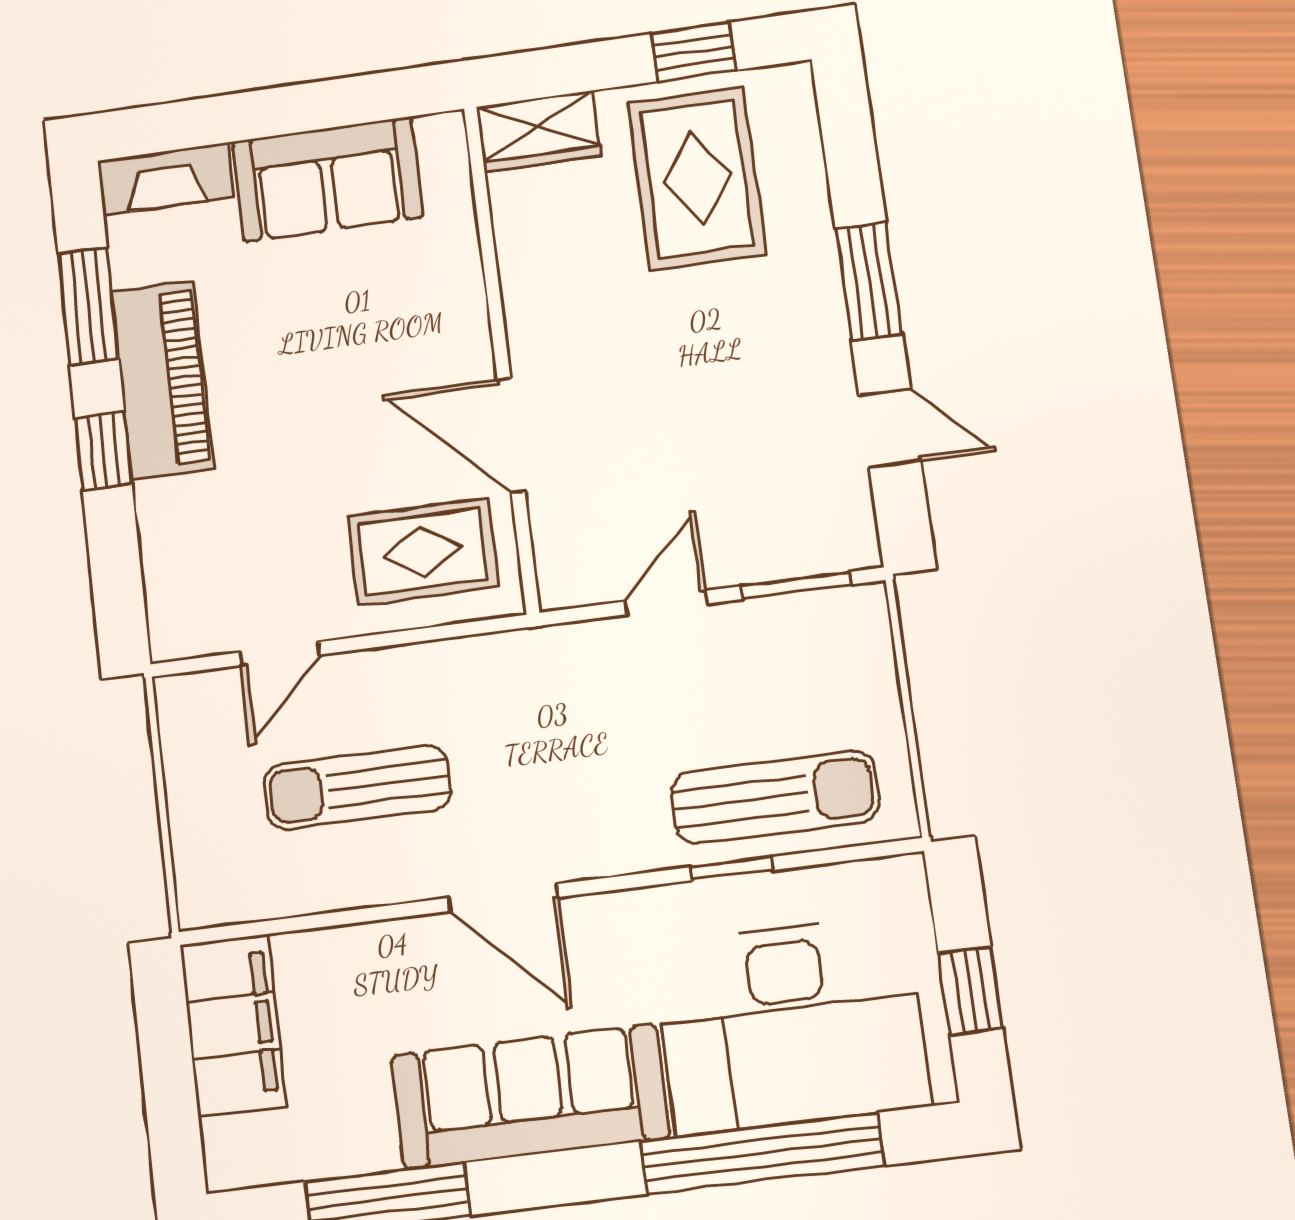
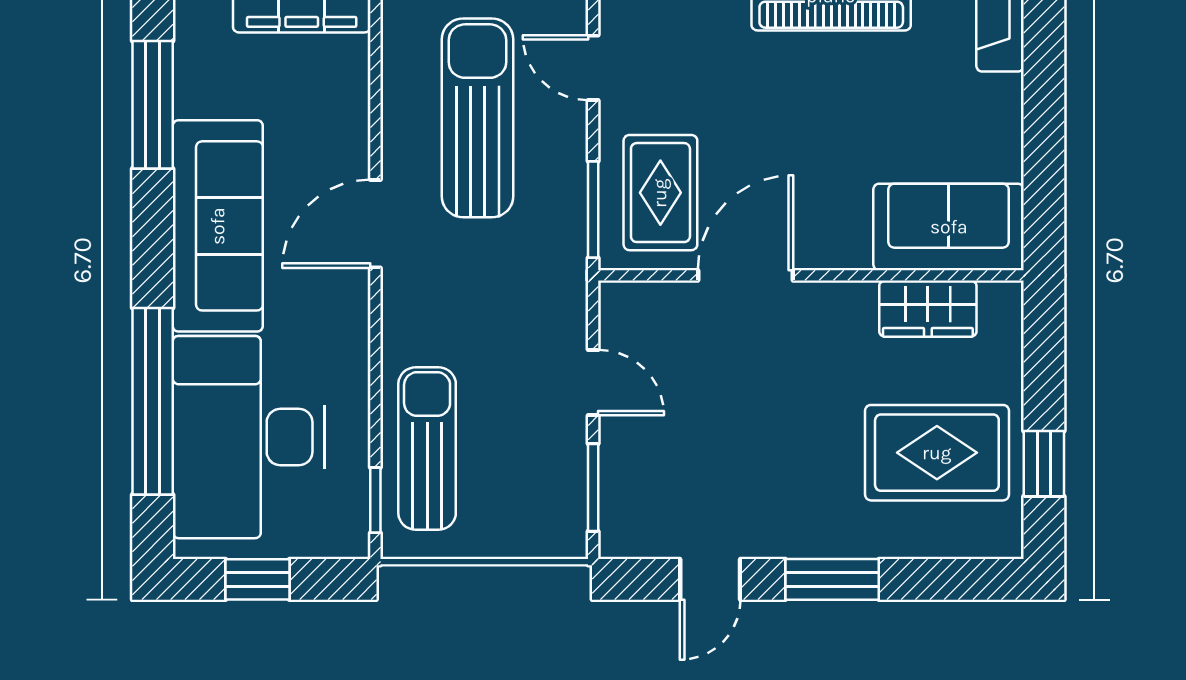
wardrobe: (539, 131) -> (928, 309), moved, turned -90
sofa: (327, 179) -> (949, 227), moved, turned 90
window: (453, 631) -> (593, 210), added
sun lounger: (357, 787) -> (477, 118), width x1.36, depth x1.34
sun lounger: (775, 797) -> (427, 449), turned 180
window: (732, 869) -> (375, 500), moved

